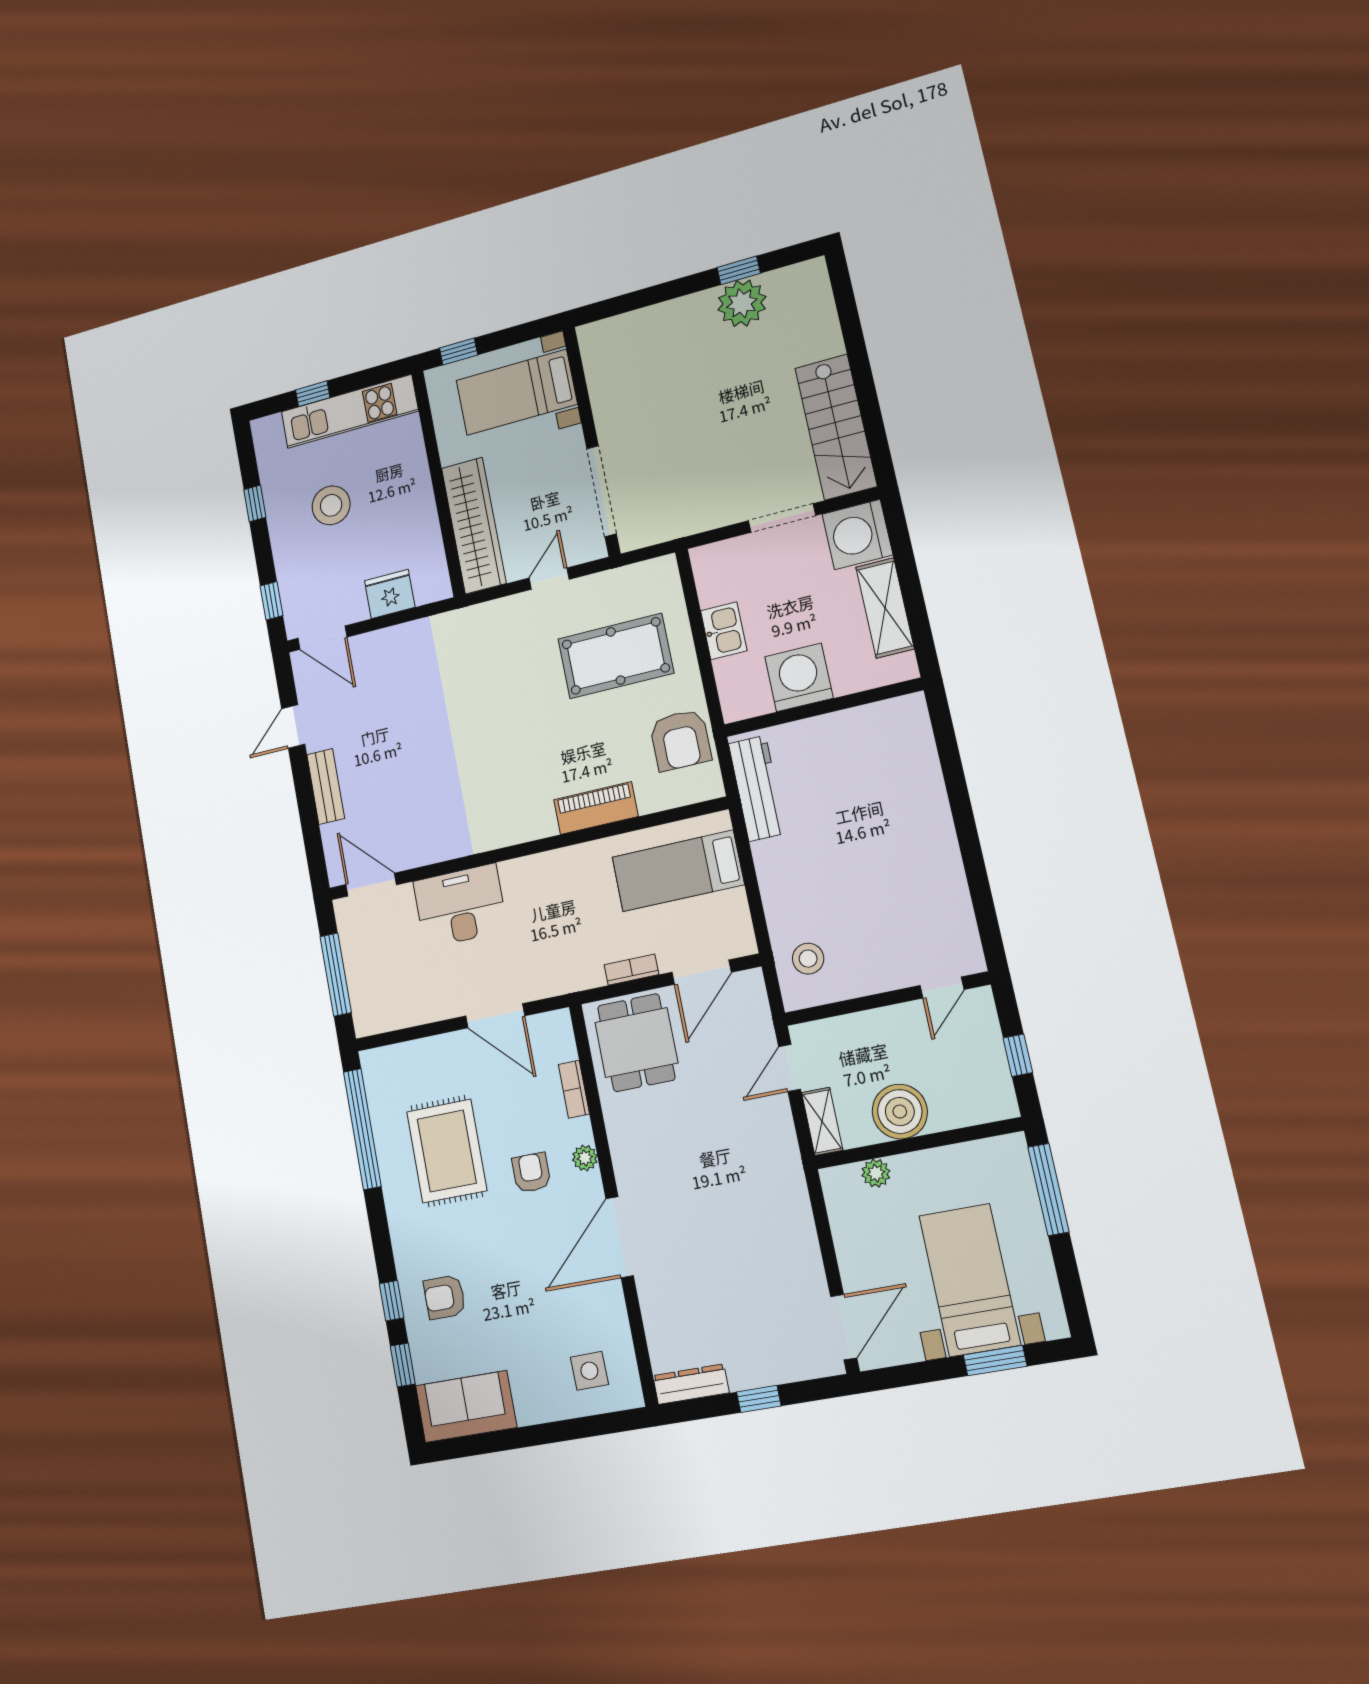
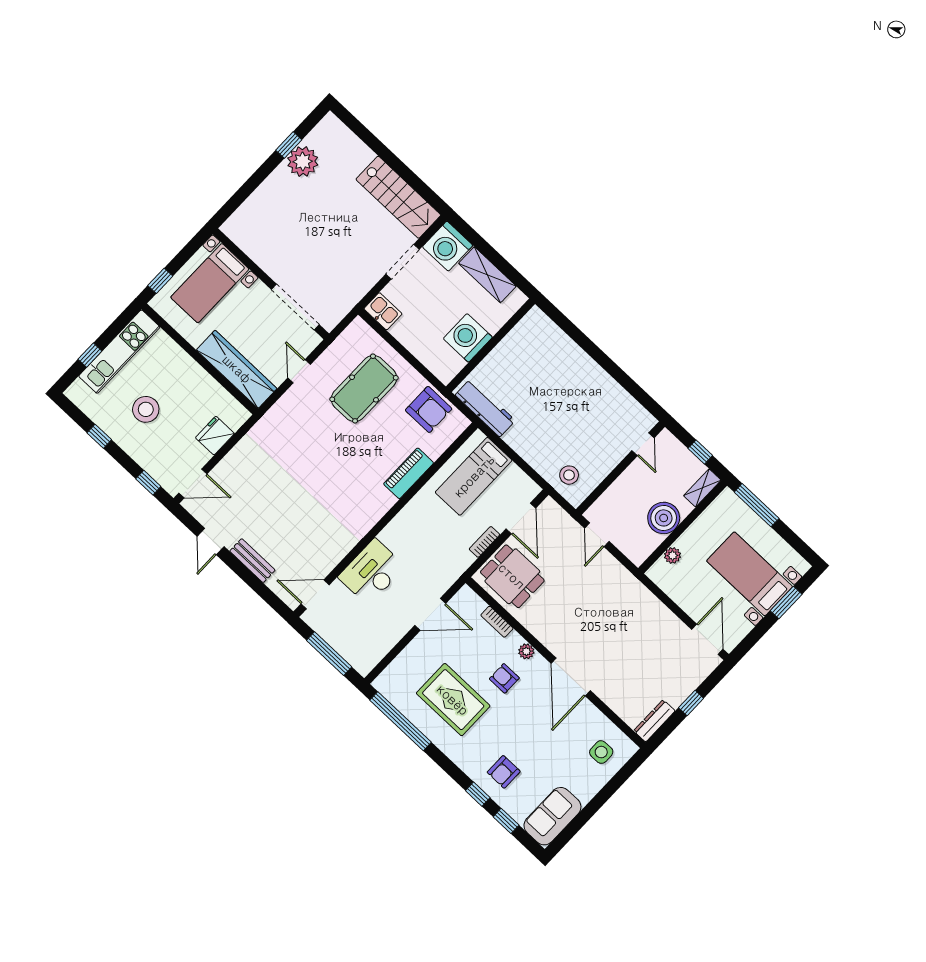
kitchen sink: (724, 631) -> (383, 311), moved
shelving: (822, 1121) -> (702, 488), moved, turned 90

